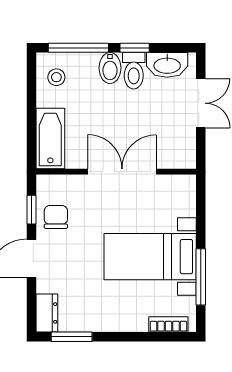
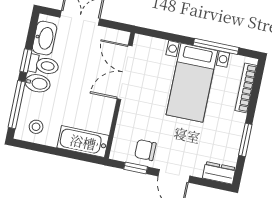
double door: (122, 172) -> (125, 72), moved
bookcase: (168, 324) -> (246, 88), width x1.56
window: (72, 337) -> (245, 140), moved

